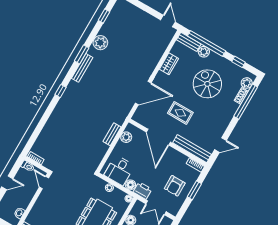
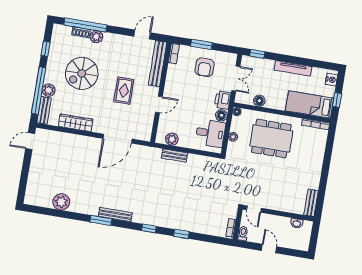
window: (104, 16) -> (181, 234), moved
plant: (100, 43) -> (61, 202), moved
wardrobe: (169, 64) -> (76, 123), width x1.50
plant: (247, 83) -> (96, 37), moved
door: (143, 93) -> (117, 139), swing flipped
door: (158, 137) -> (159, 104), width x0.53
door: (221, 145) -> (142, 34), hinge flipped
door: (44, 182) -> (254, 209), hinge flipped
armchair: (175, 186) -> (205, 67), turned 90

